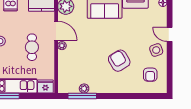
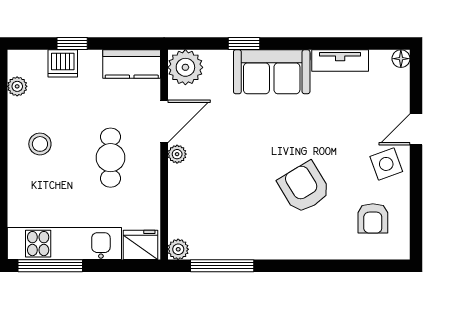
door: (56, 31) -> (164, 121), hinge flipped
door: (170, 34) -> (416, 129), hinge flipped
plant: (84, 89) -> (178, 249), moved

